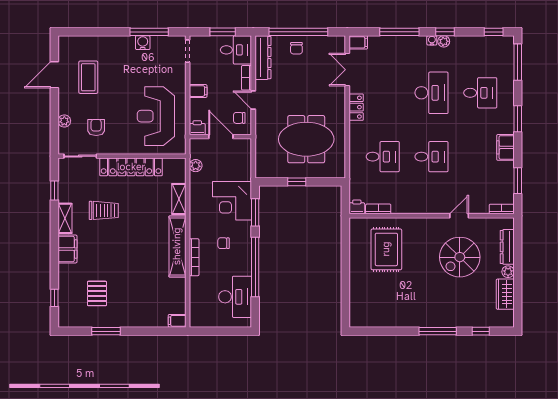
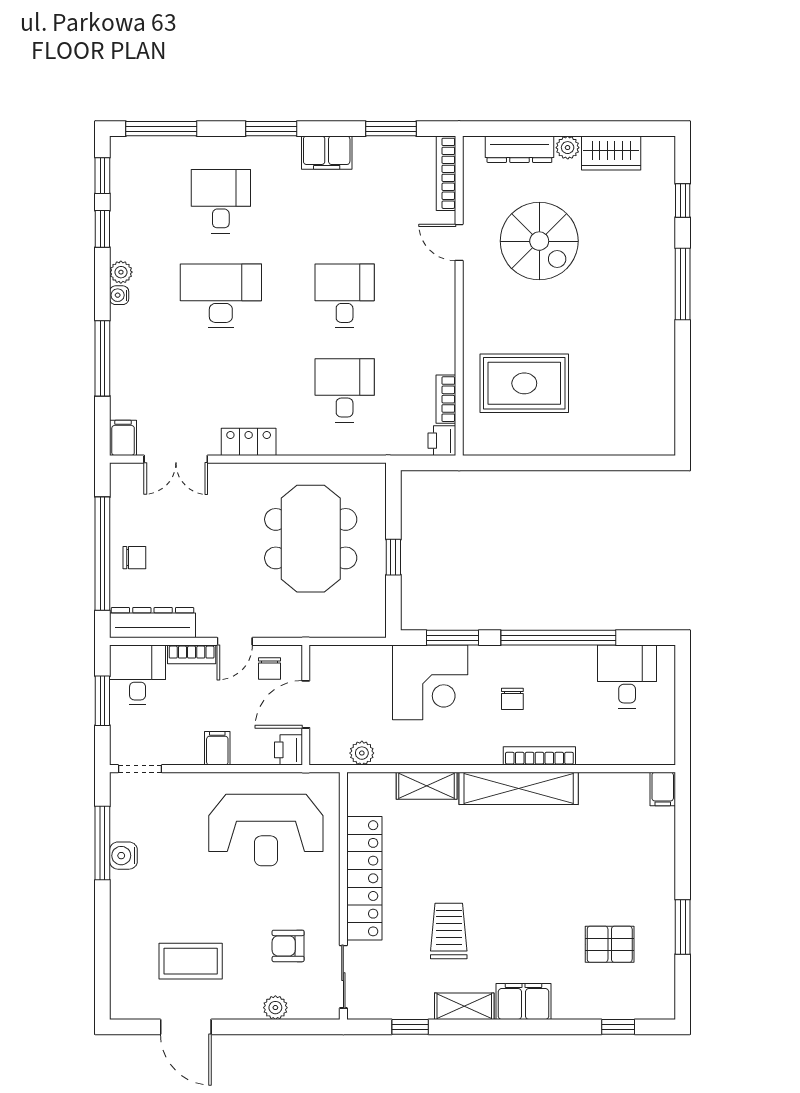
window: (445, 32) -> (102, 229), moved
bookcase: (502, 209) -> (446, 173), width x1.56
desk: (235, 297) -> (627, 676), width x0.73

